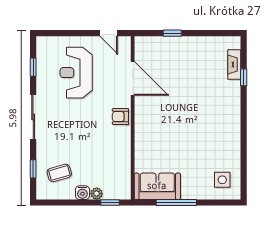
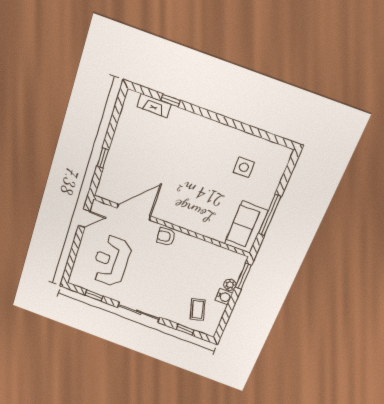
reception desk: (76, 73) -> (111, 261), turned 90
armchair: (120, 117) -> (166, 237), turned 84
side table: (222, 180) -> (244, 167), moved
window: (110, 203) -> (243, 276), width x1.50

